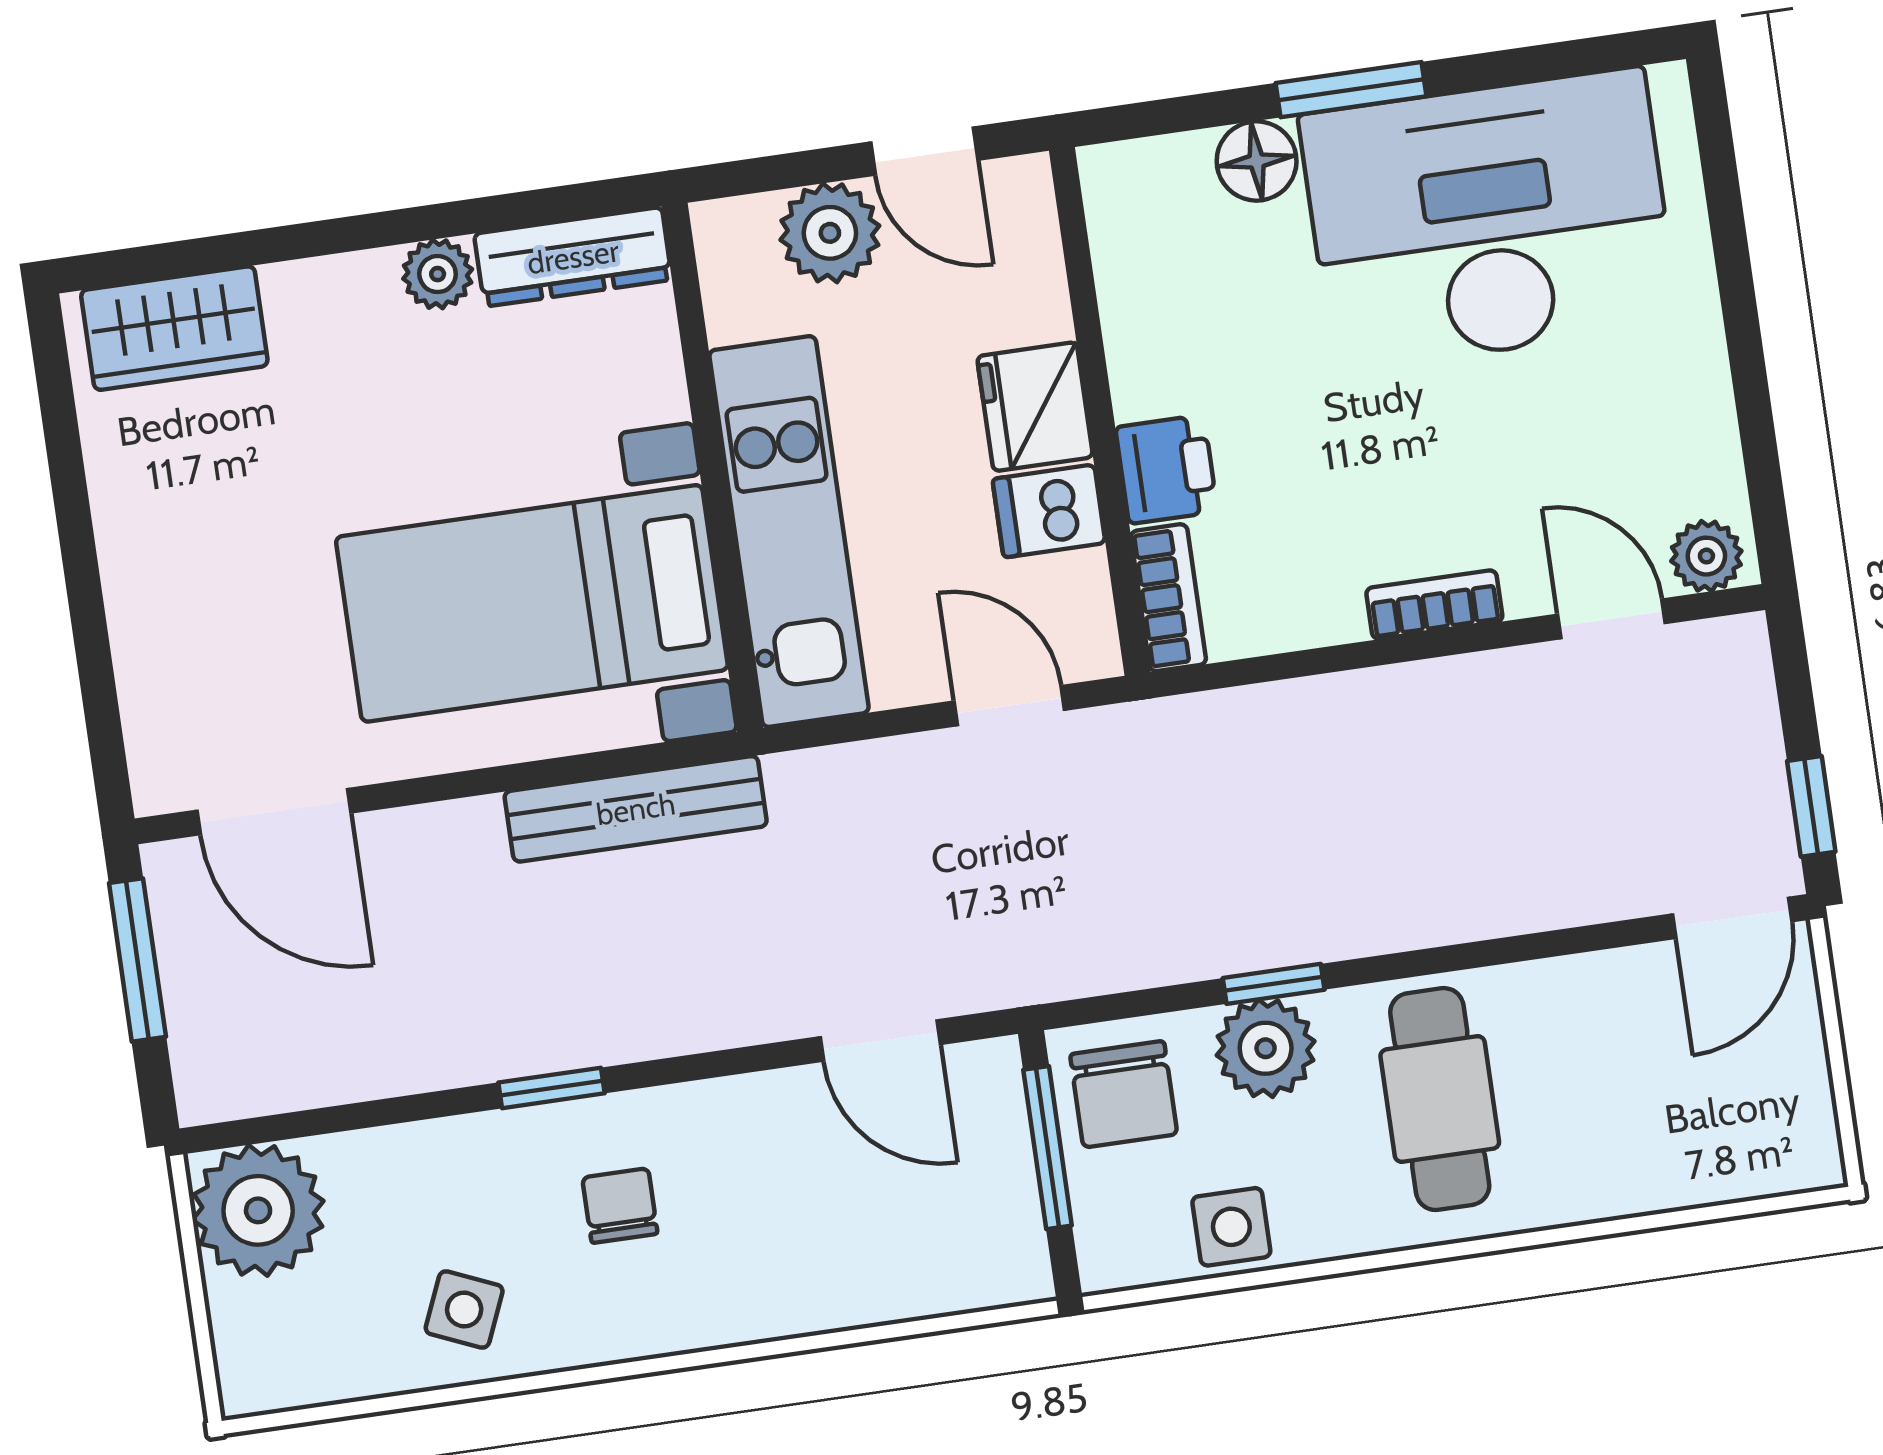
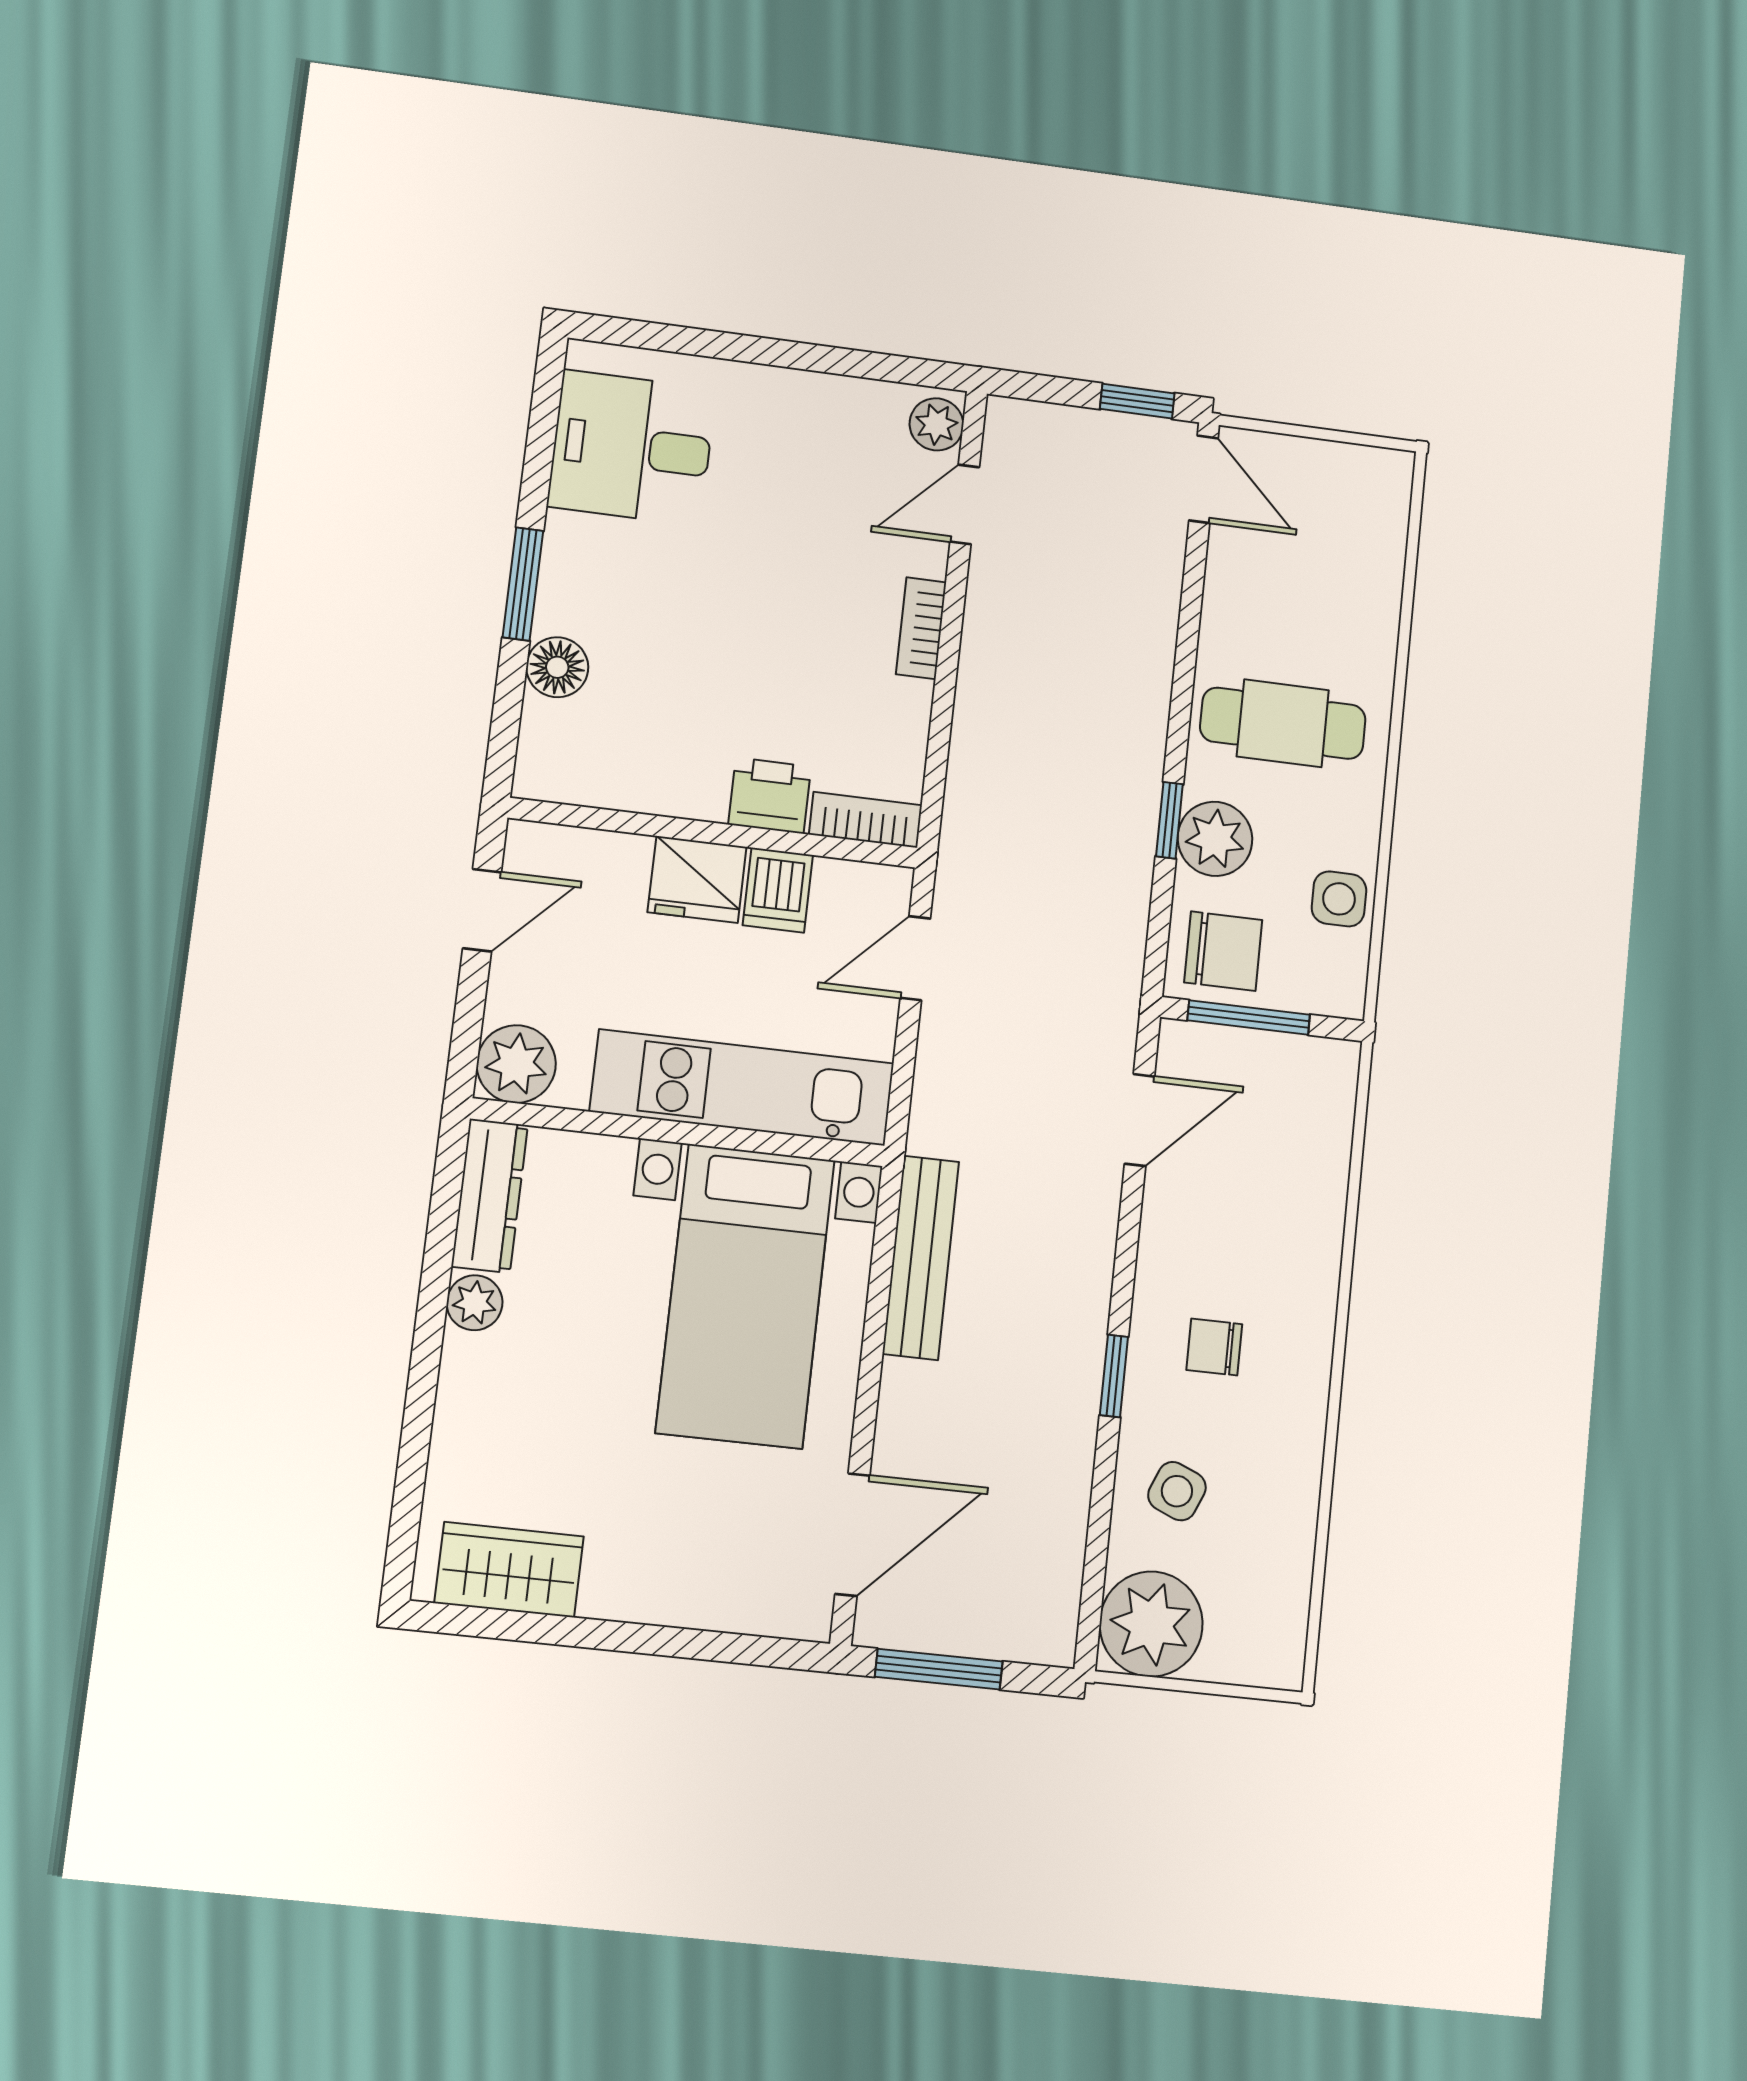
desk: (1489, 220) -> (632, 448), width x0.53, depth x0.77
plant: (830, 233) -> (516, 1064), moved
wardrobe: (174, 328) -> (509, 1570), moved, turned -90
side table: (464, 1310) -> (1177, 1491), moved

